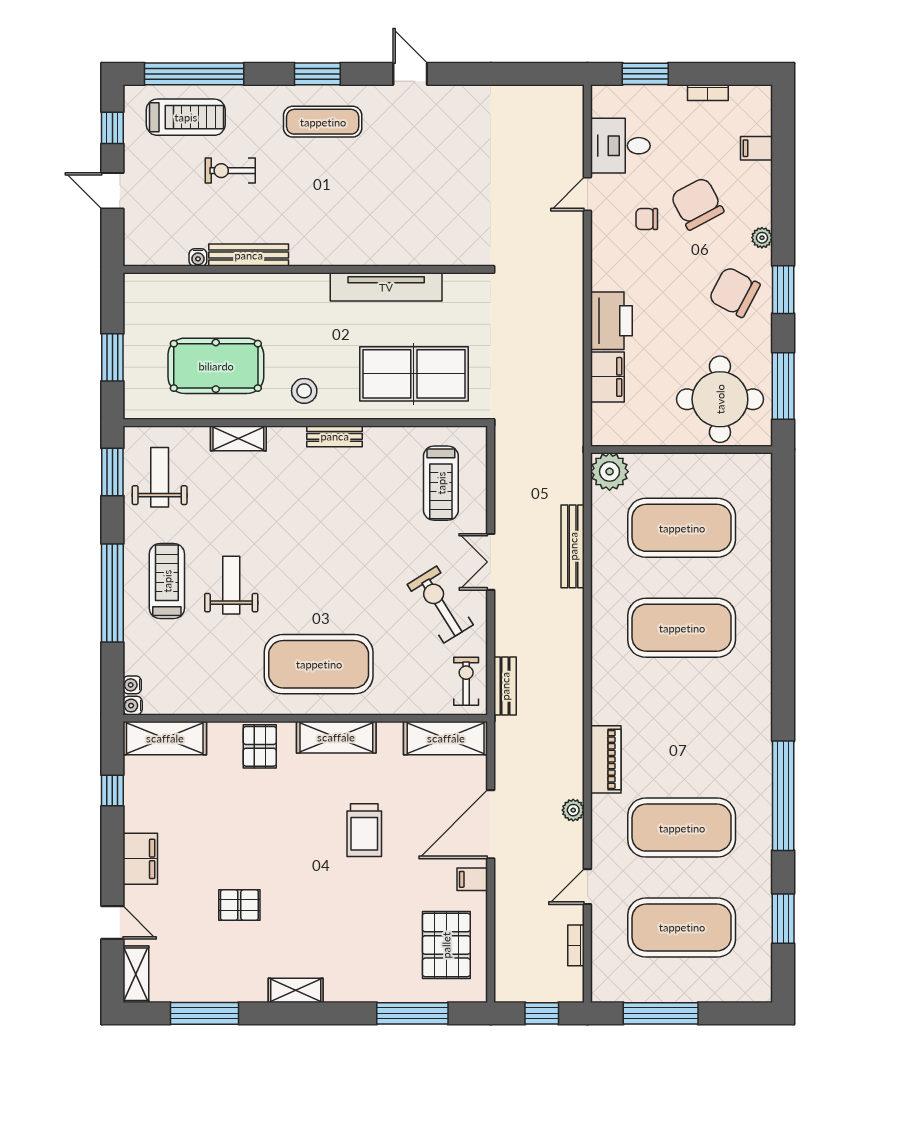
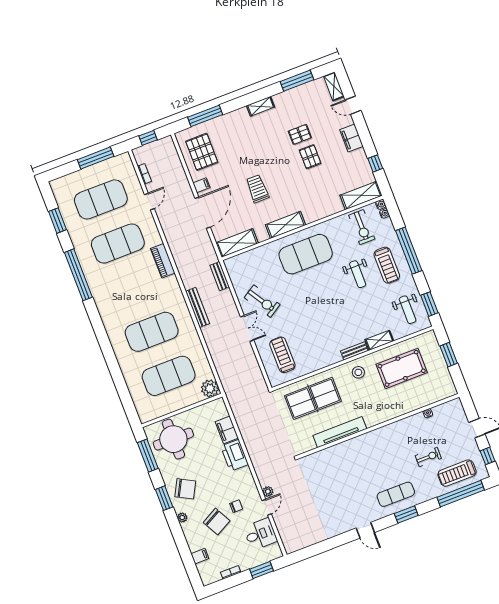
bench: (249, 255) -> (406, 423), removed
bench: (335, 436) -> (354, 351), moved
bench: (573, 546) -> (197, 307), moved
exercise bike: (466, 681) -> (362, 227), moved, width x1.38, depth x1.39
pallet: (260, 746) -> (310, 157), moved
plant: (573, 810) -> (268, 492), moved

